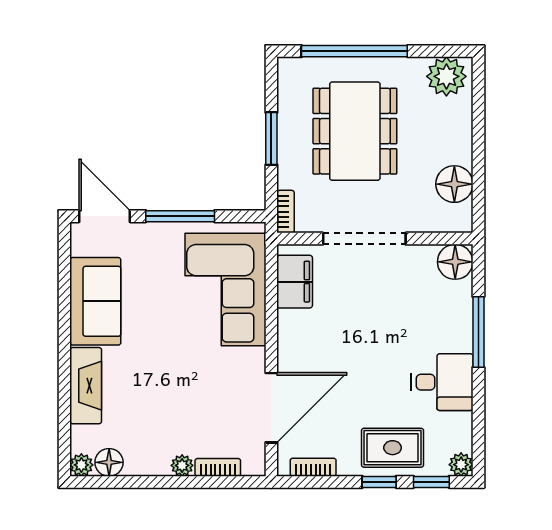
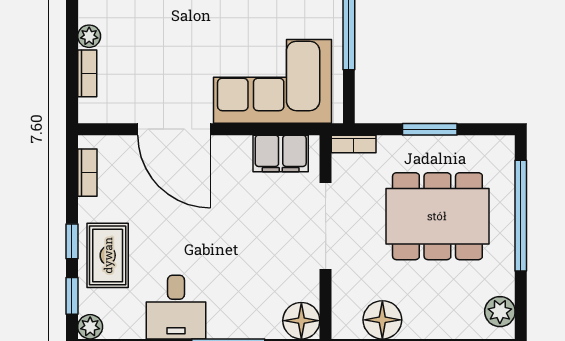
plant: (446, 76) -> (500, 312), width x0.73, depth x0.73
door: (271, 408) -> (174, 129), moved

